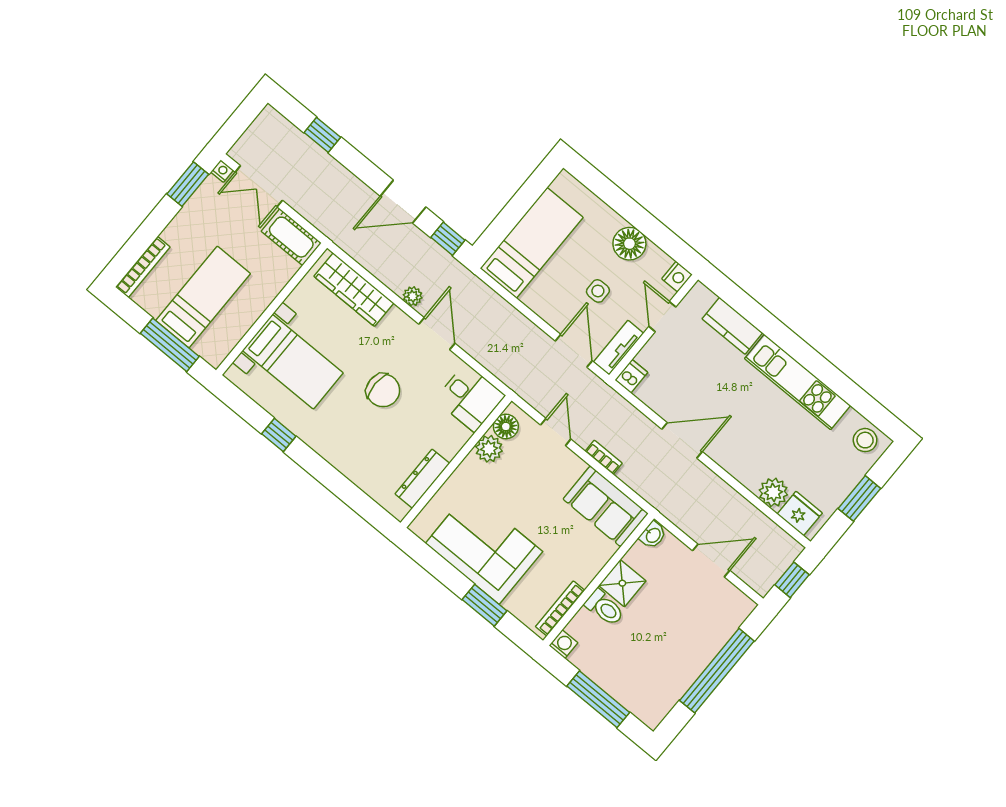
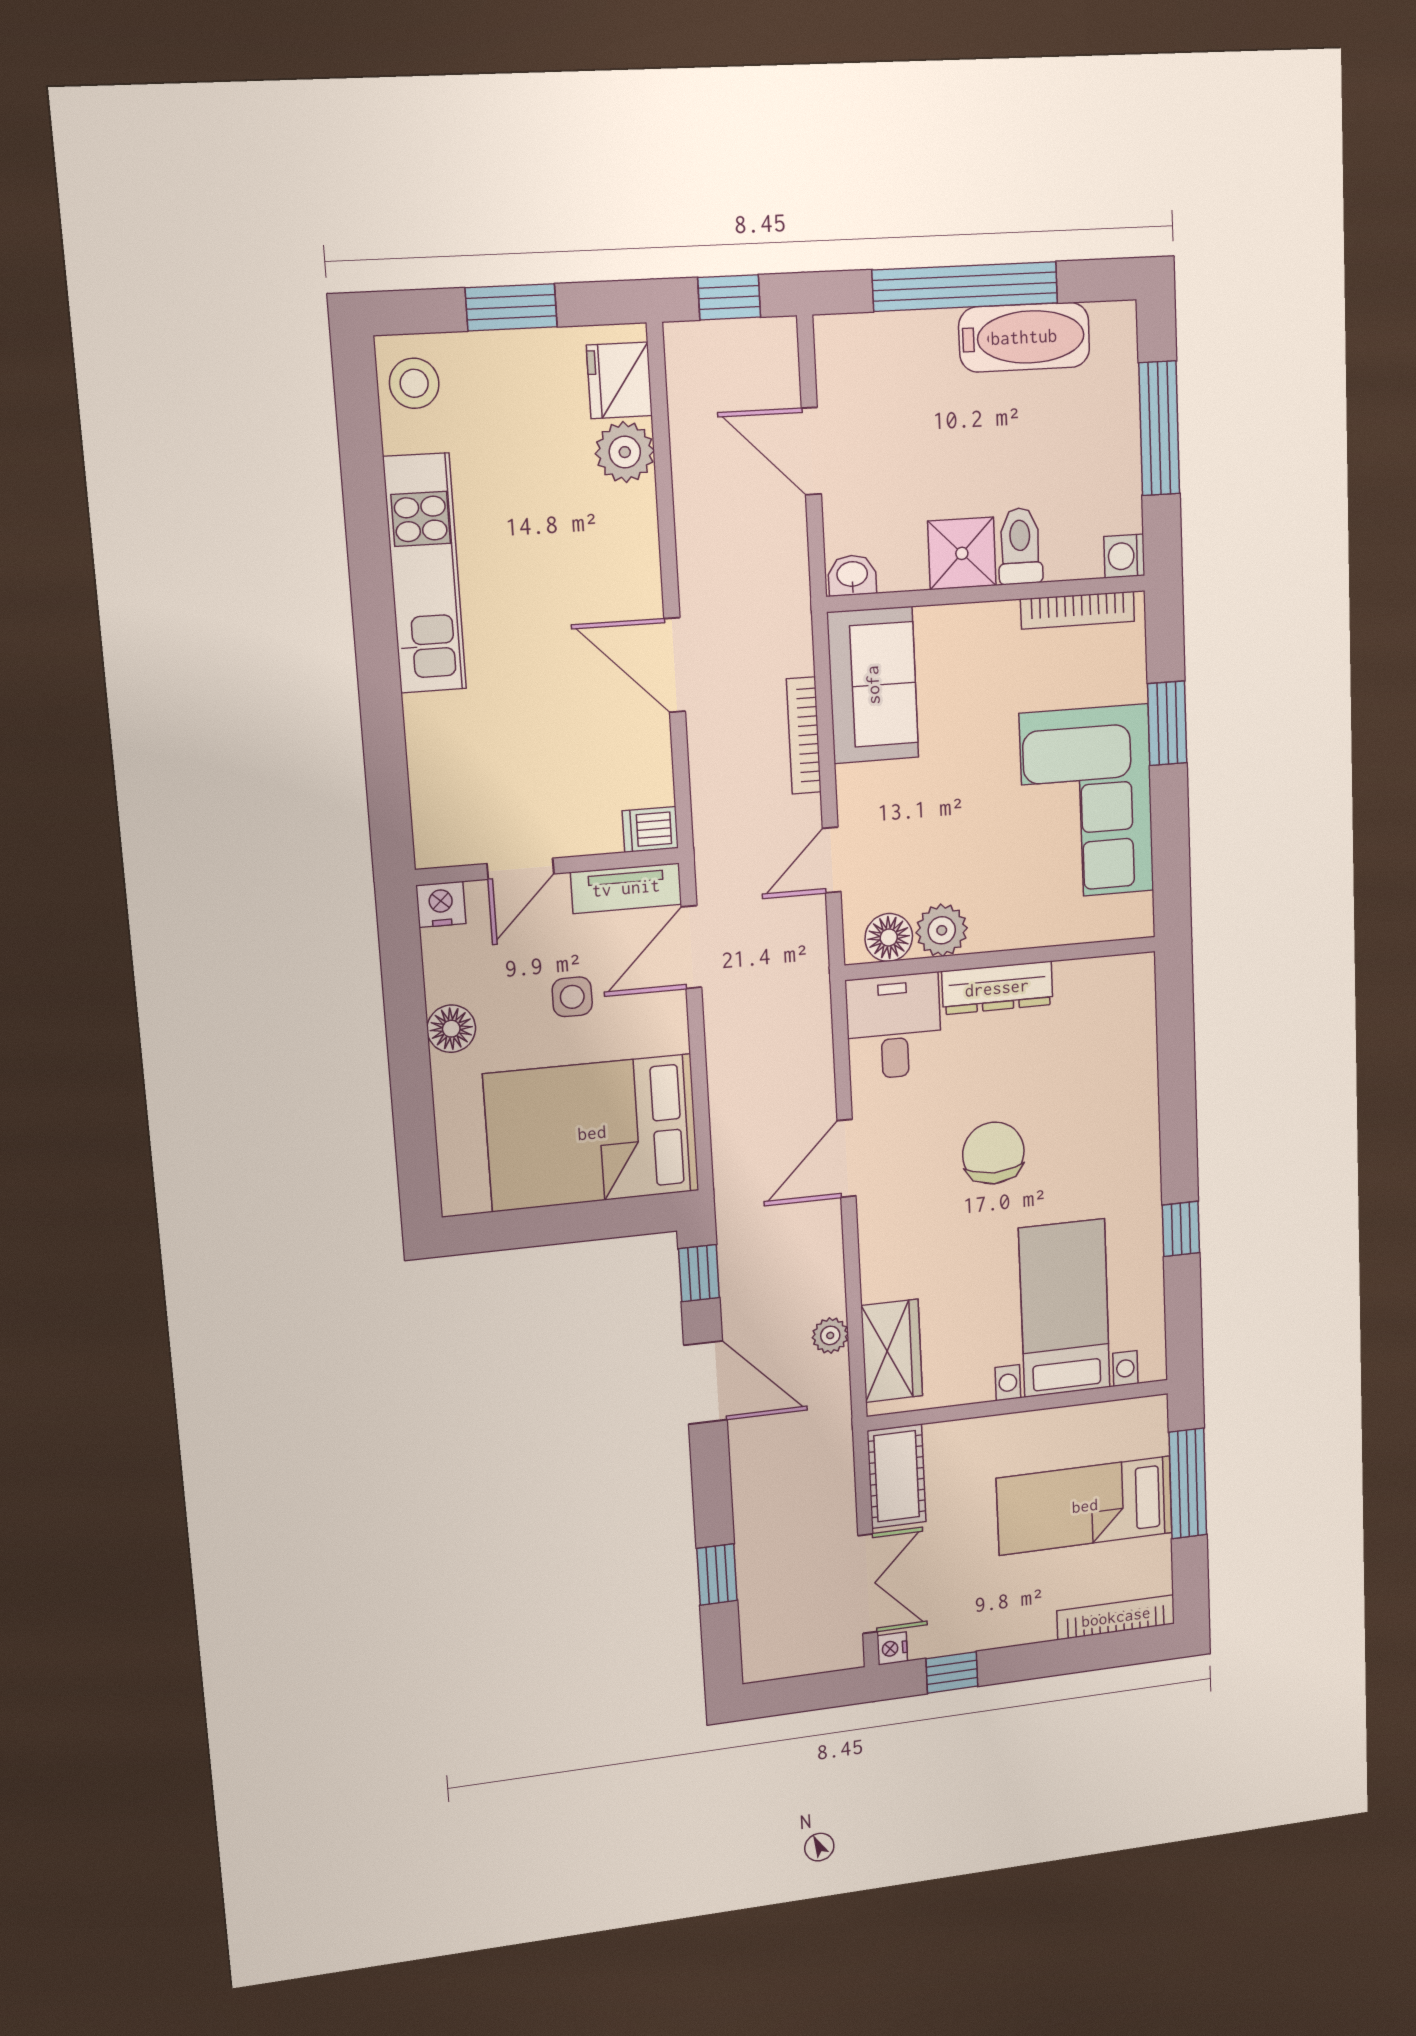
window: (188, 184) -> (952, 1672), width x0.67
bed: (532, 243) -> (592, 1133), width x1.50
floor lamp: (629, 244) -> (451, 1029), width x0.73, depth x0.73
wardrobe: (354, 290) -> (892, 1351), width x0.67
plant: (413, 296) -> (830, 1335), moved
kitchen counter: (732, 326) -> (435, 753), removed
bookcase: (604, 457) -> (804, 736), width x1.56
dresser: (422, 479) -> (997, 988), moved
bathtub: (679, 677) -> (1024, 337), added

